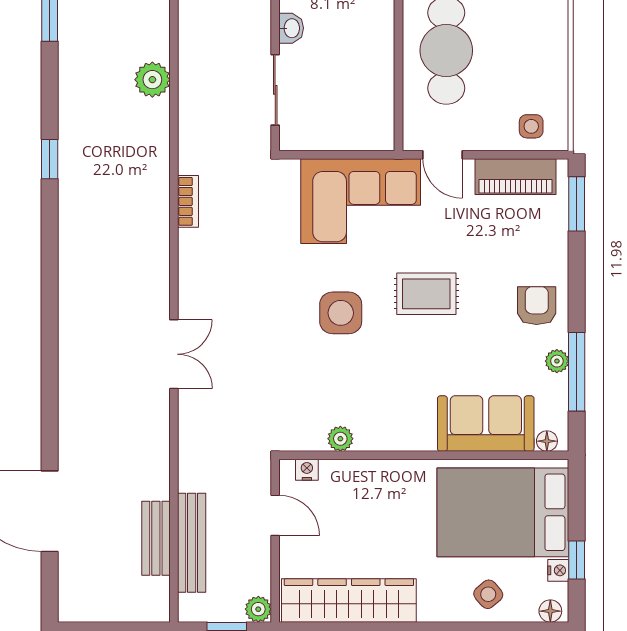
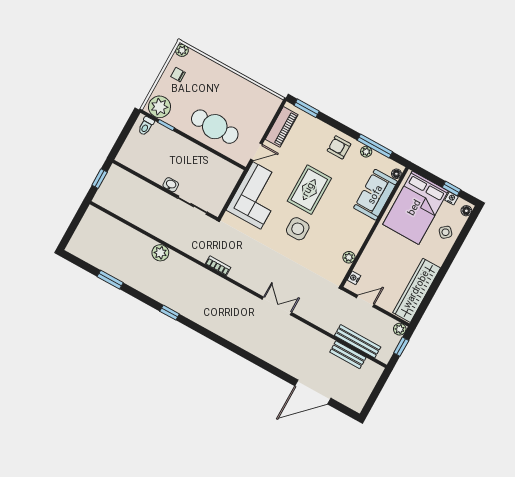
side table: (531, 126) -> (265, 109), removed
rug: (426, 294) -> (309, 190), width x1.36, depth x1.43

